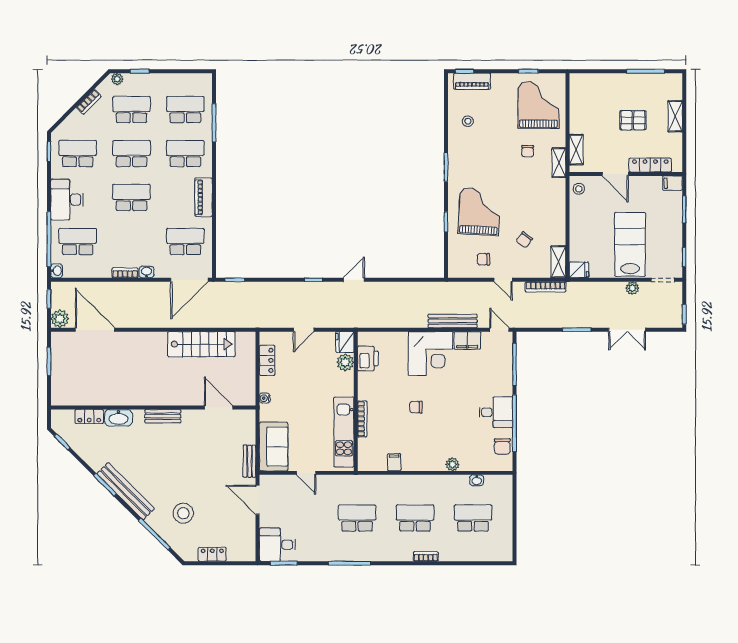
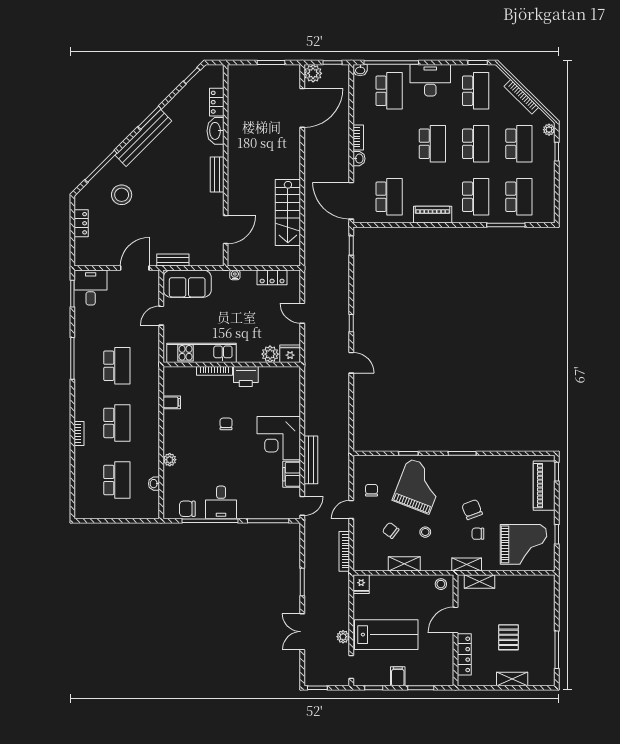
piano: (472, 81) -> (544, 486), width x1.37, depth x1.33
bookcase: (89, 102) -> (521, 97), width x1.56
stool: (468, 121) -> (425, 532), moved
chair: (503, 157) -> (472, 510), added
filing cabinet: (673, 183) -> (398, 676), moved
grand piano: (479, 211) -> (419, 486), turned -72
shelving: (558, 262) -> (404, 564), moved
printer: (368, 358) -> (246, 376), moved

